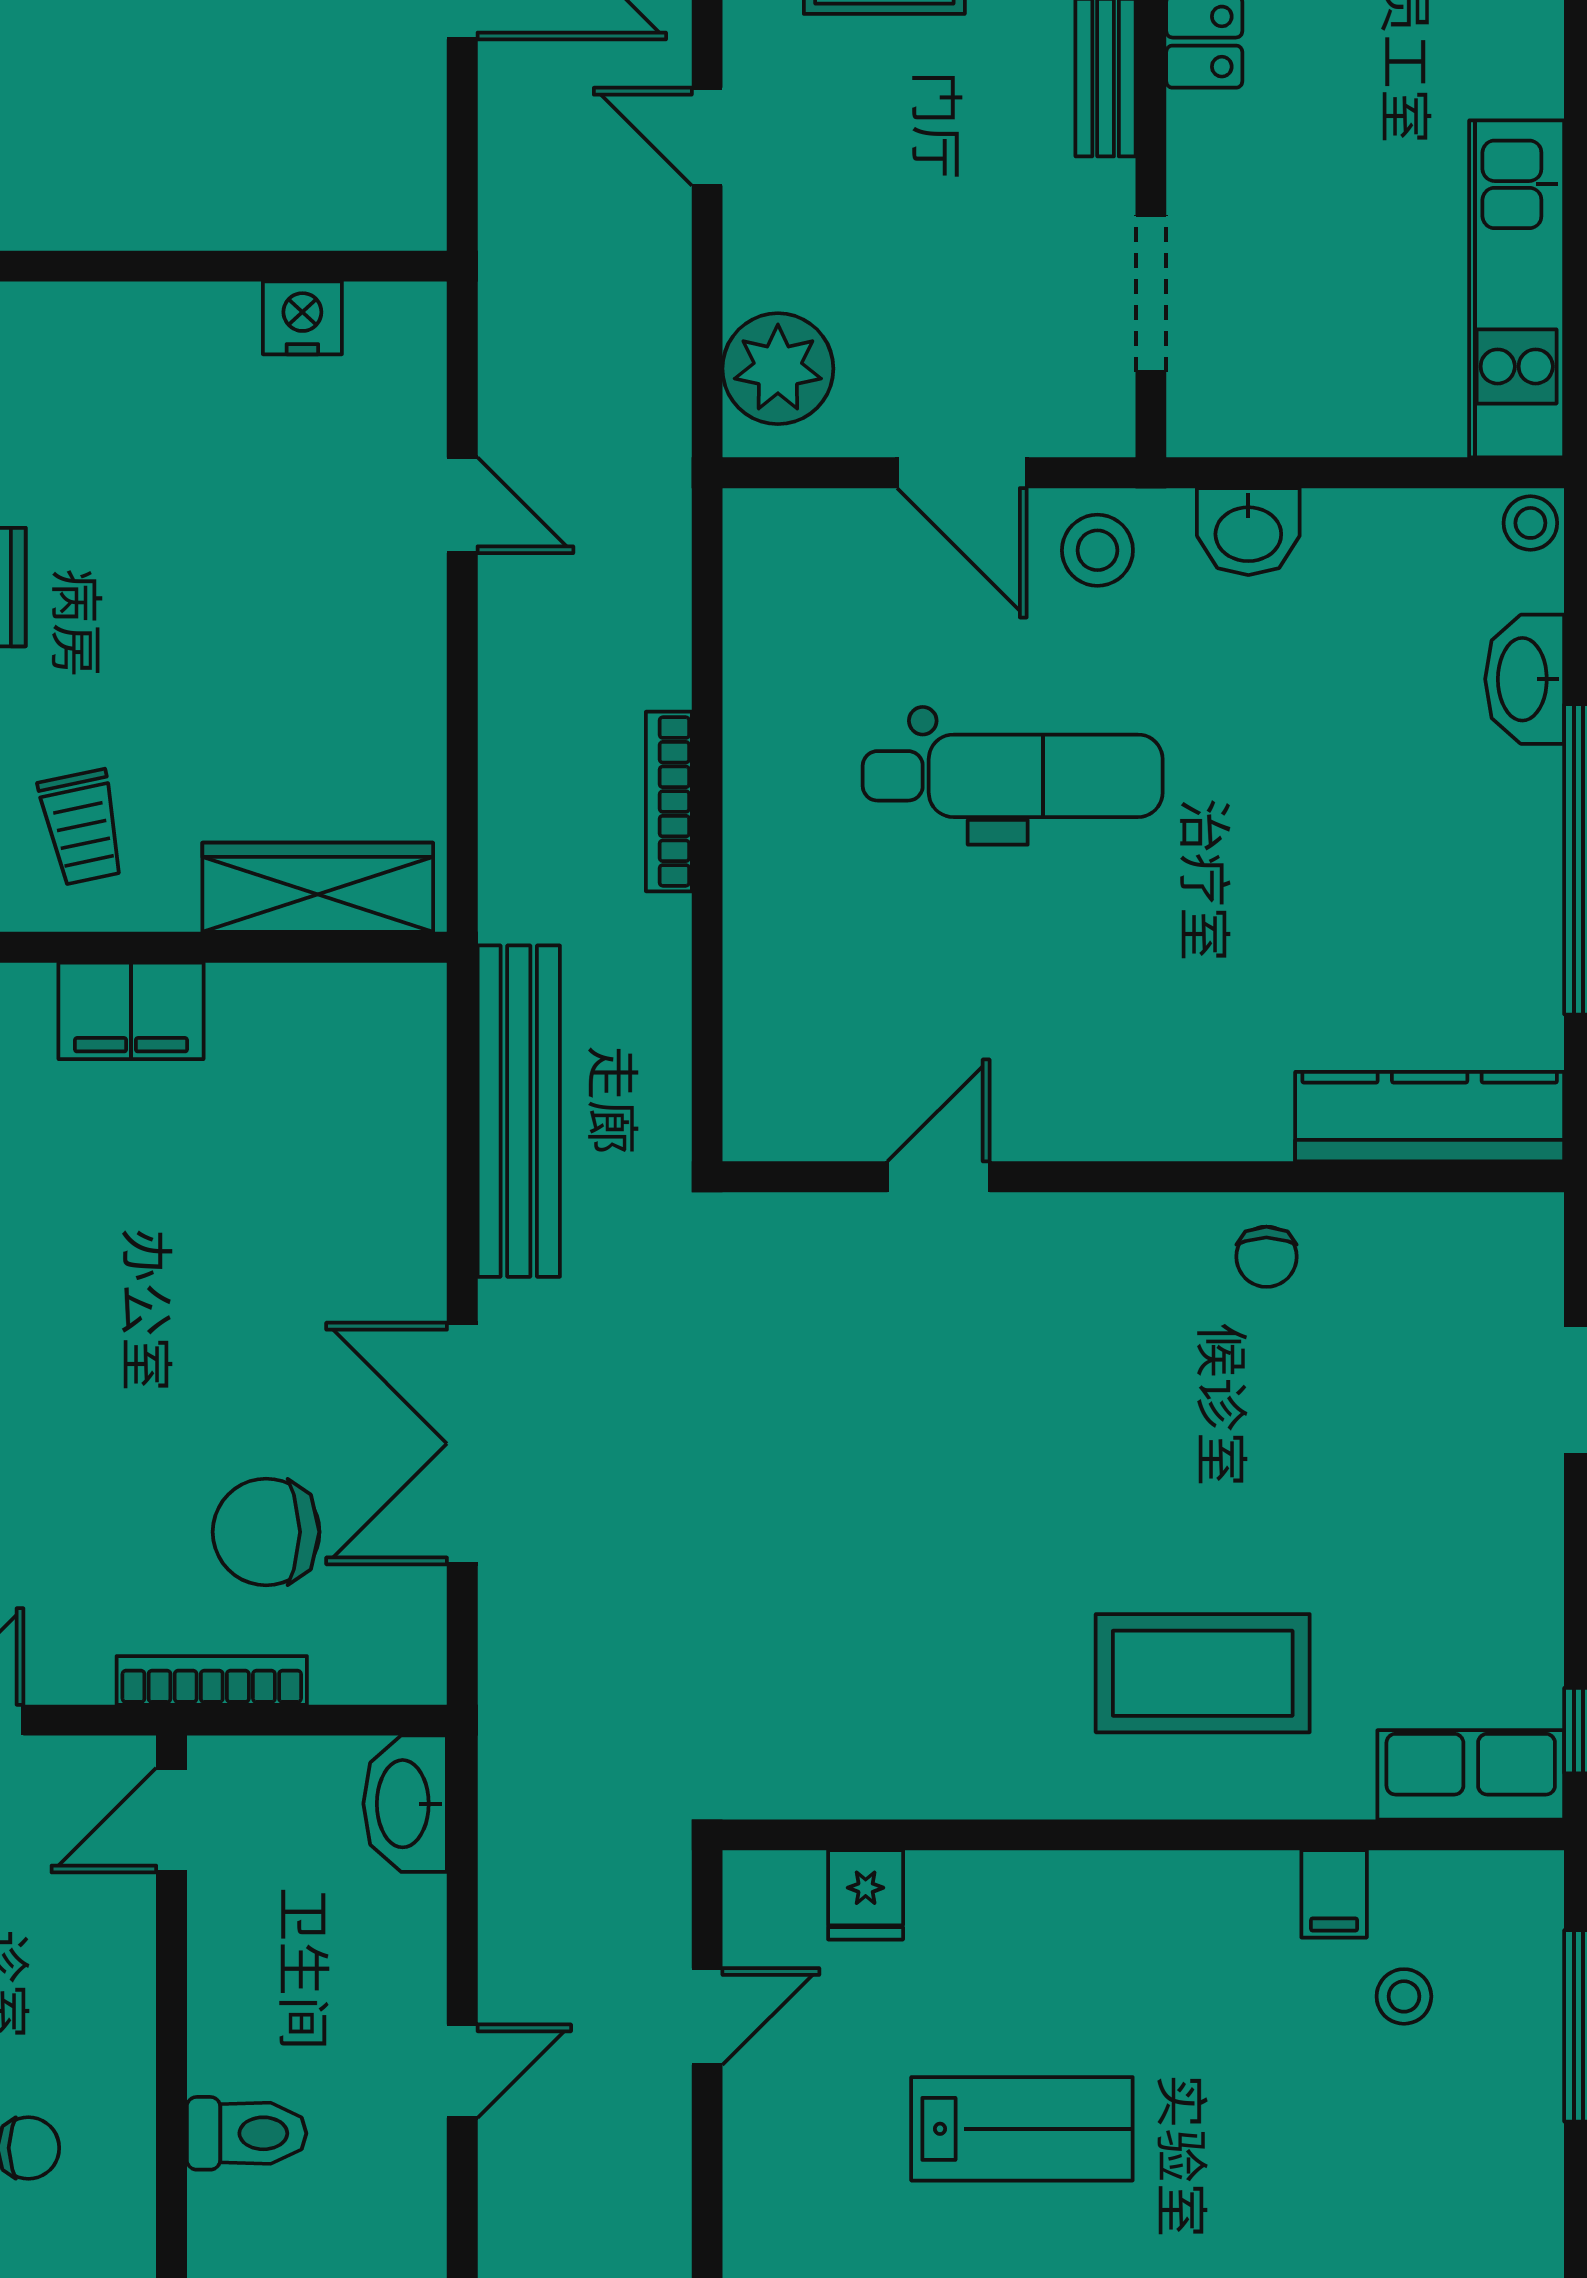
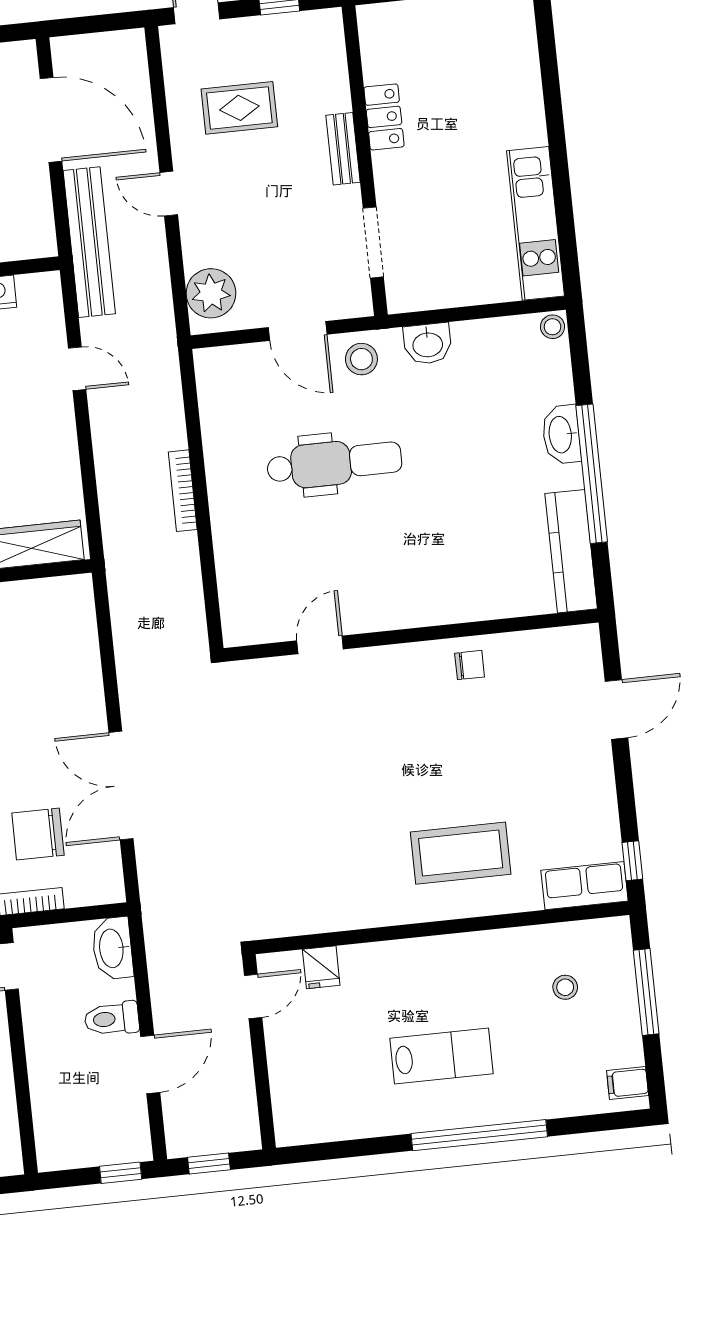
washbasin: (1525, 679) -> (561, 435), moved
bench: (519, 1111) -> (89, 242), moved
kitchen counter: (1430, 1117) -> (571, 551), moved, turned -90
chair: (1266, 1257) -> (470, 665), turned -90
filing cabinet: (1334, 1894) -> (628, 1083), moved, turned 90
door: (707, 2016) -> (253, 996), moved
door: (462, 2071) -> (150, 1064), width x1.38
lab bench: (1022, 2129) -> (441, 1056), moved
toilet: (247, 2133) -> (112, 1019), moved, turned 180

